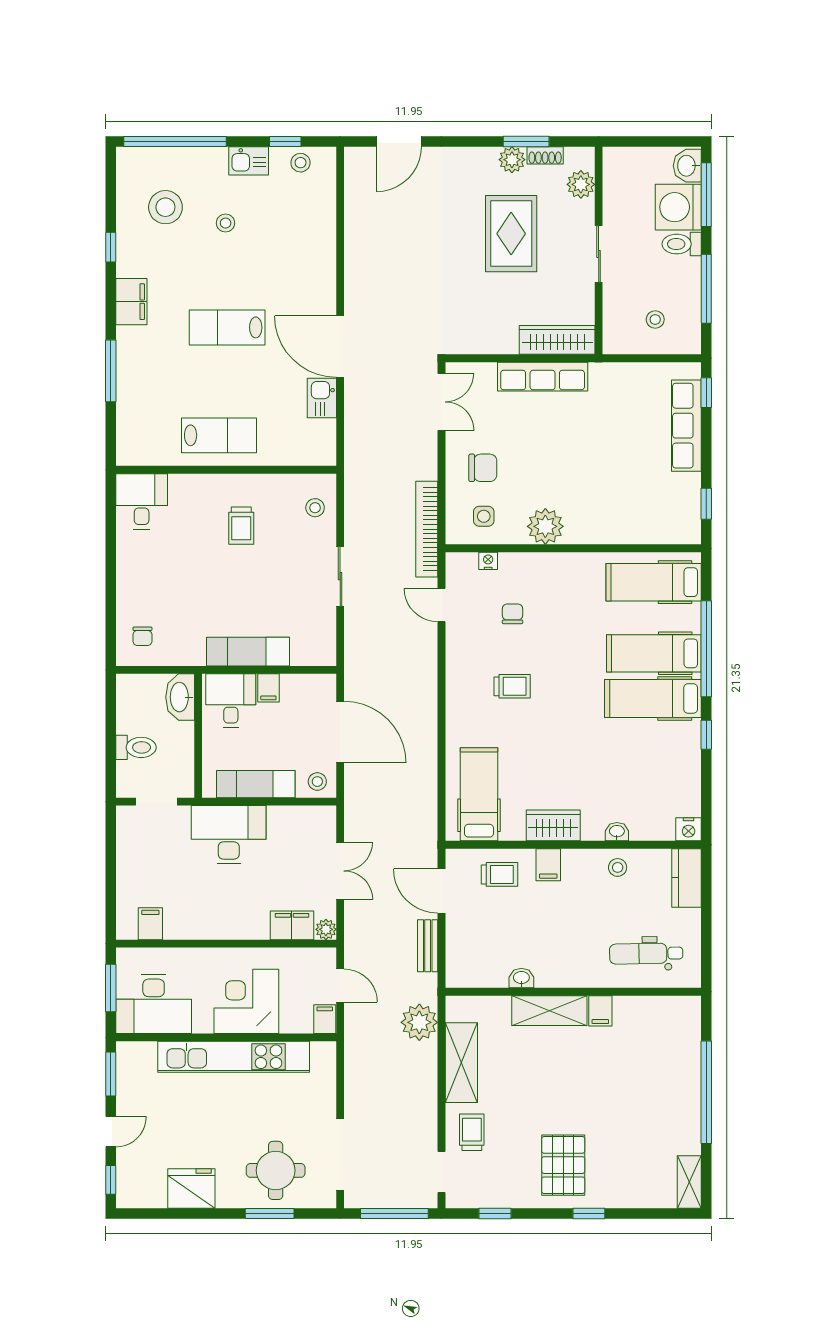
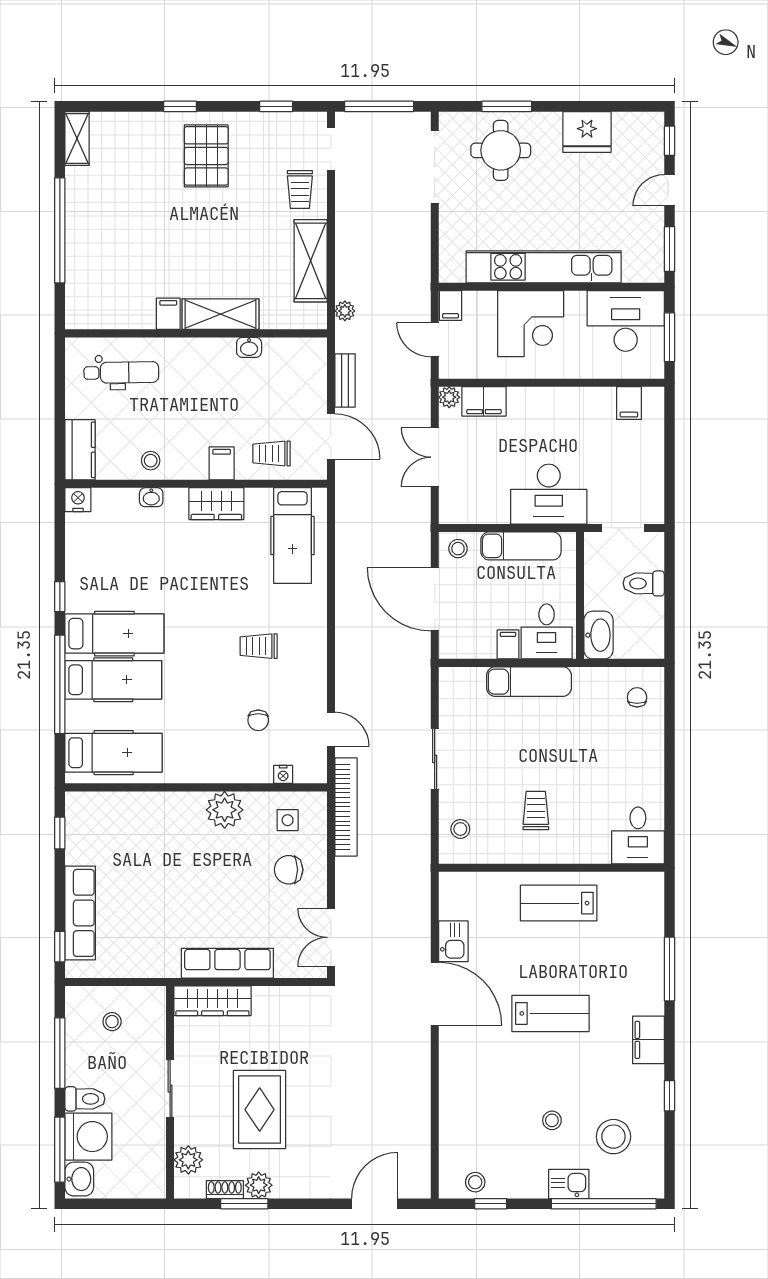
kitchen sink: (249, 161) -> (569, 1184), moved
plant: (419, 1022) -> (345, 311), width x0.53, depth x0.53

